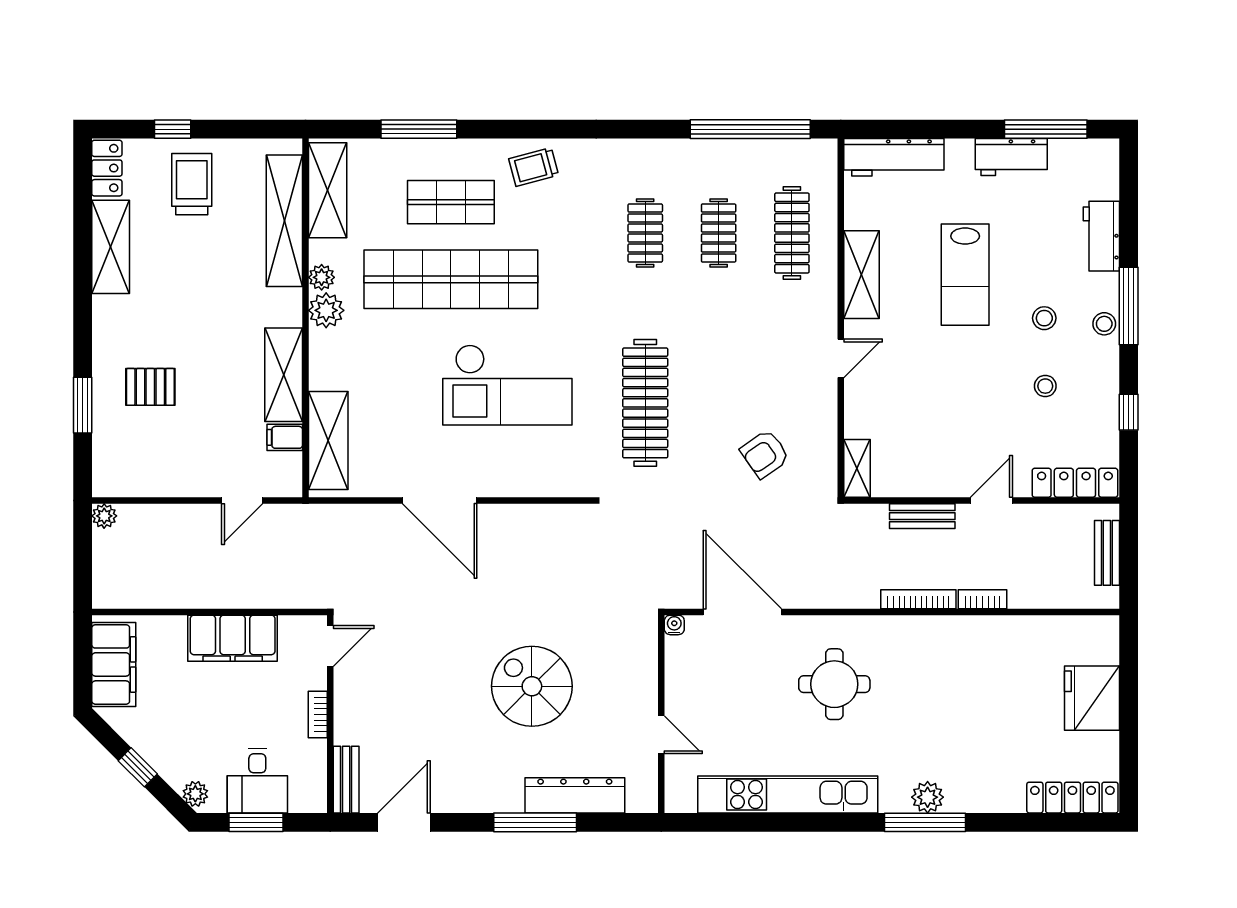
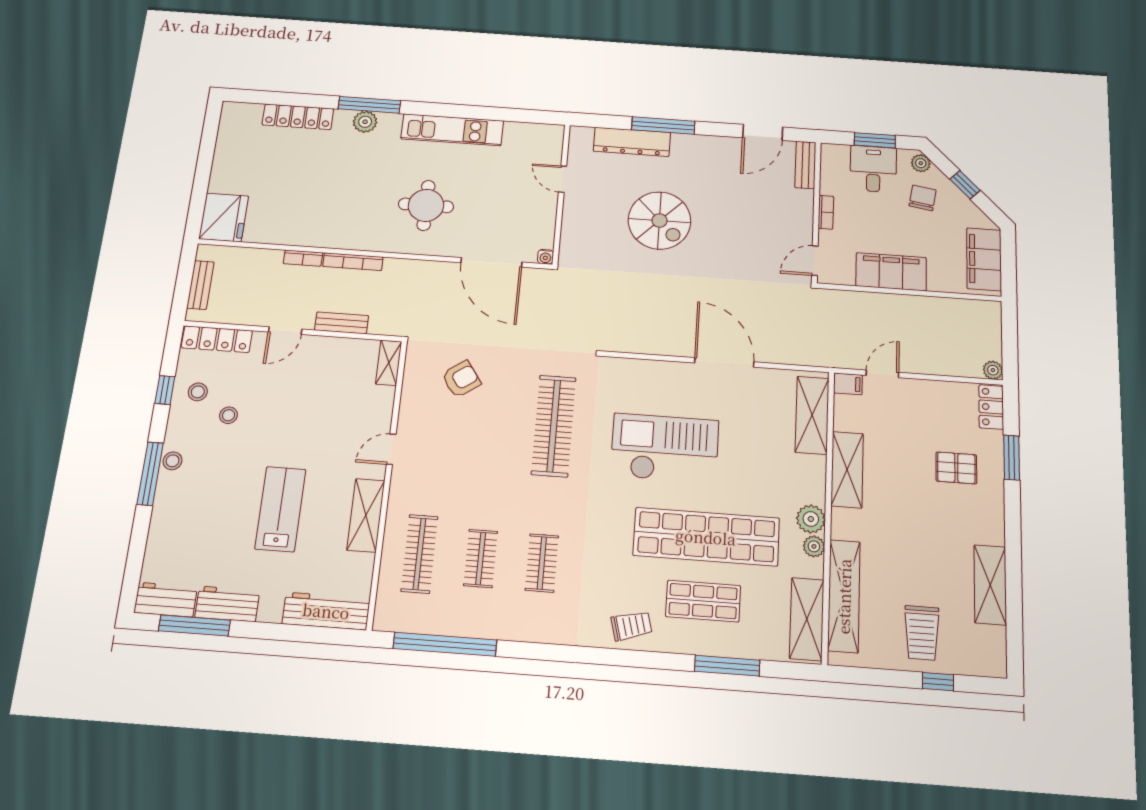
locker: (107, 168) -> (991, 407), moved
workbench: (1101, 236) -> (166, 600), moved, turned -90
stool: (1044, 318) -> (198, 392), moved
filing cabinet: (285, 437) -> (848, 384), moved
fridge: (1092, 698) -> (224, 217), moved
chair: (193, 744) -> (923, 198), added
kitchen unit: (788, 795) -> (452, 130), width x0.73
locker: (1072, 798) -> (298, 117), moved

